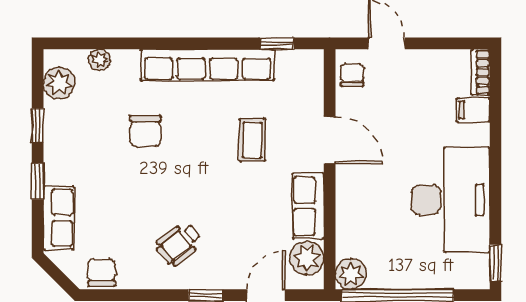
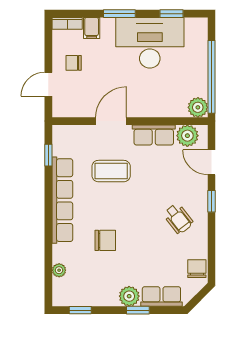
chair: (352, 75) -> (74, 63), moved
plant: (59, 83) -> (129, 296), moved
window: (38, 125) -> (80, 310), moved
coffee table: (252, 140) -> (111, 171), width x1.36, depth x1.30
window: (496, 153) -> (119, 14), added
window: (496, 263) -> (171, 14), moved
chair: (102, 273) -> (197, 269), turned 90

